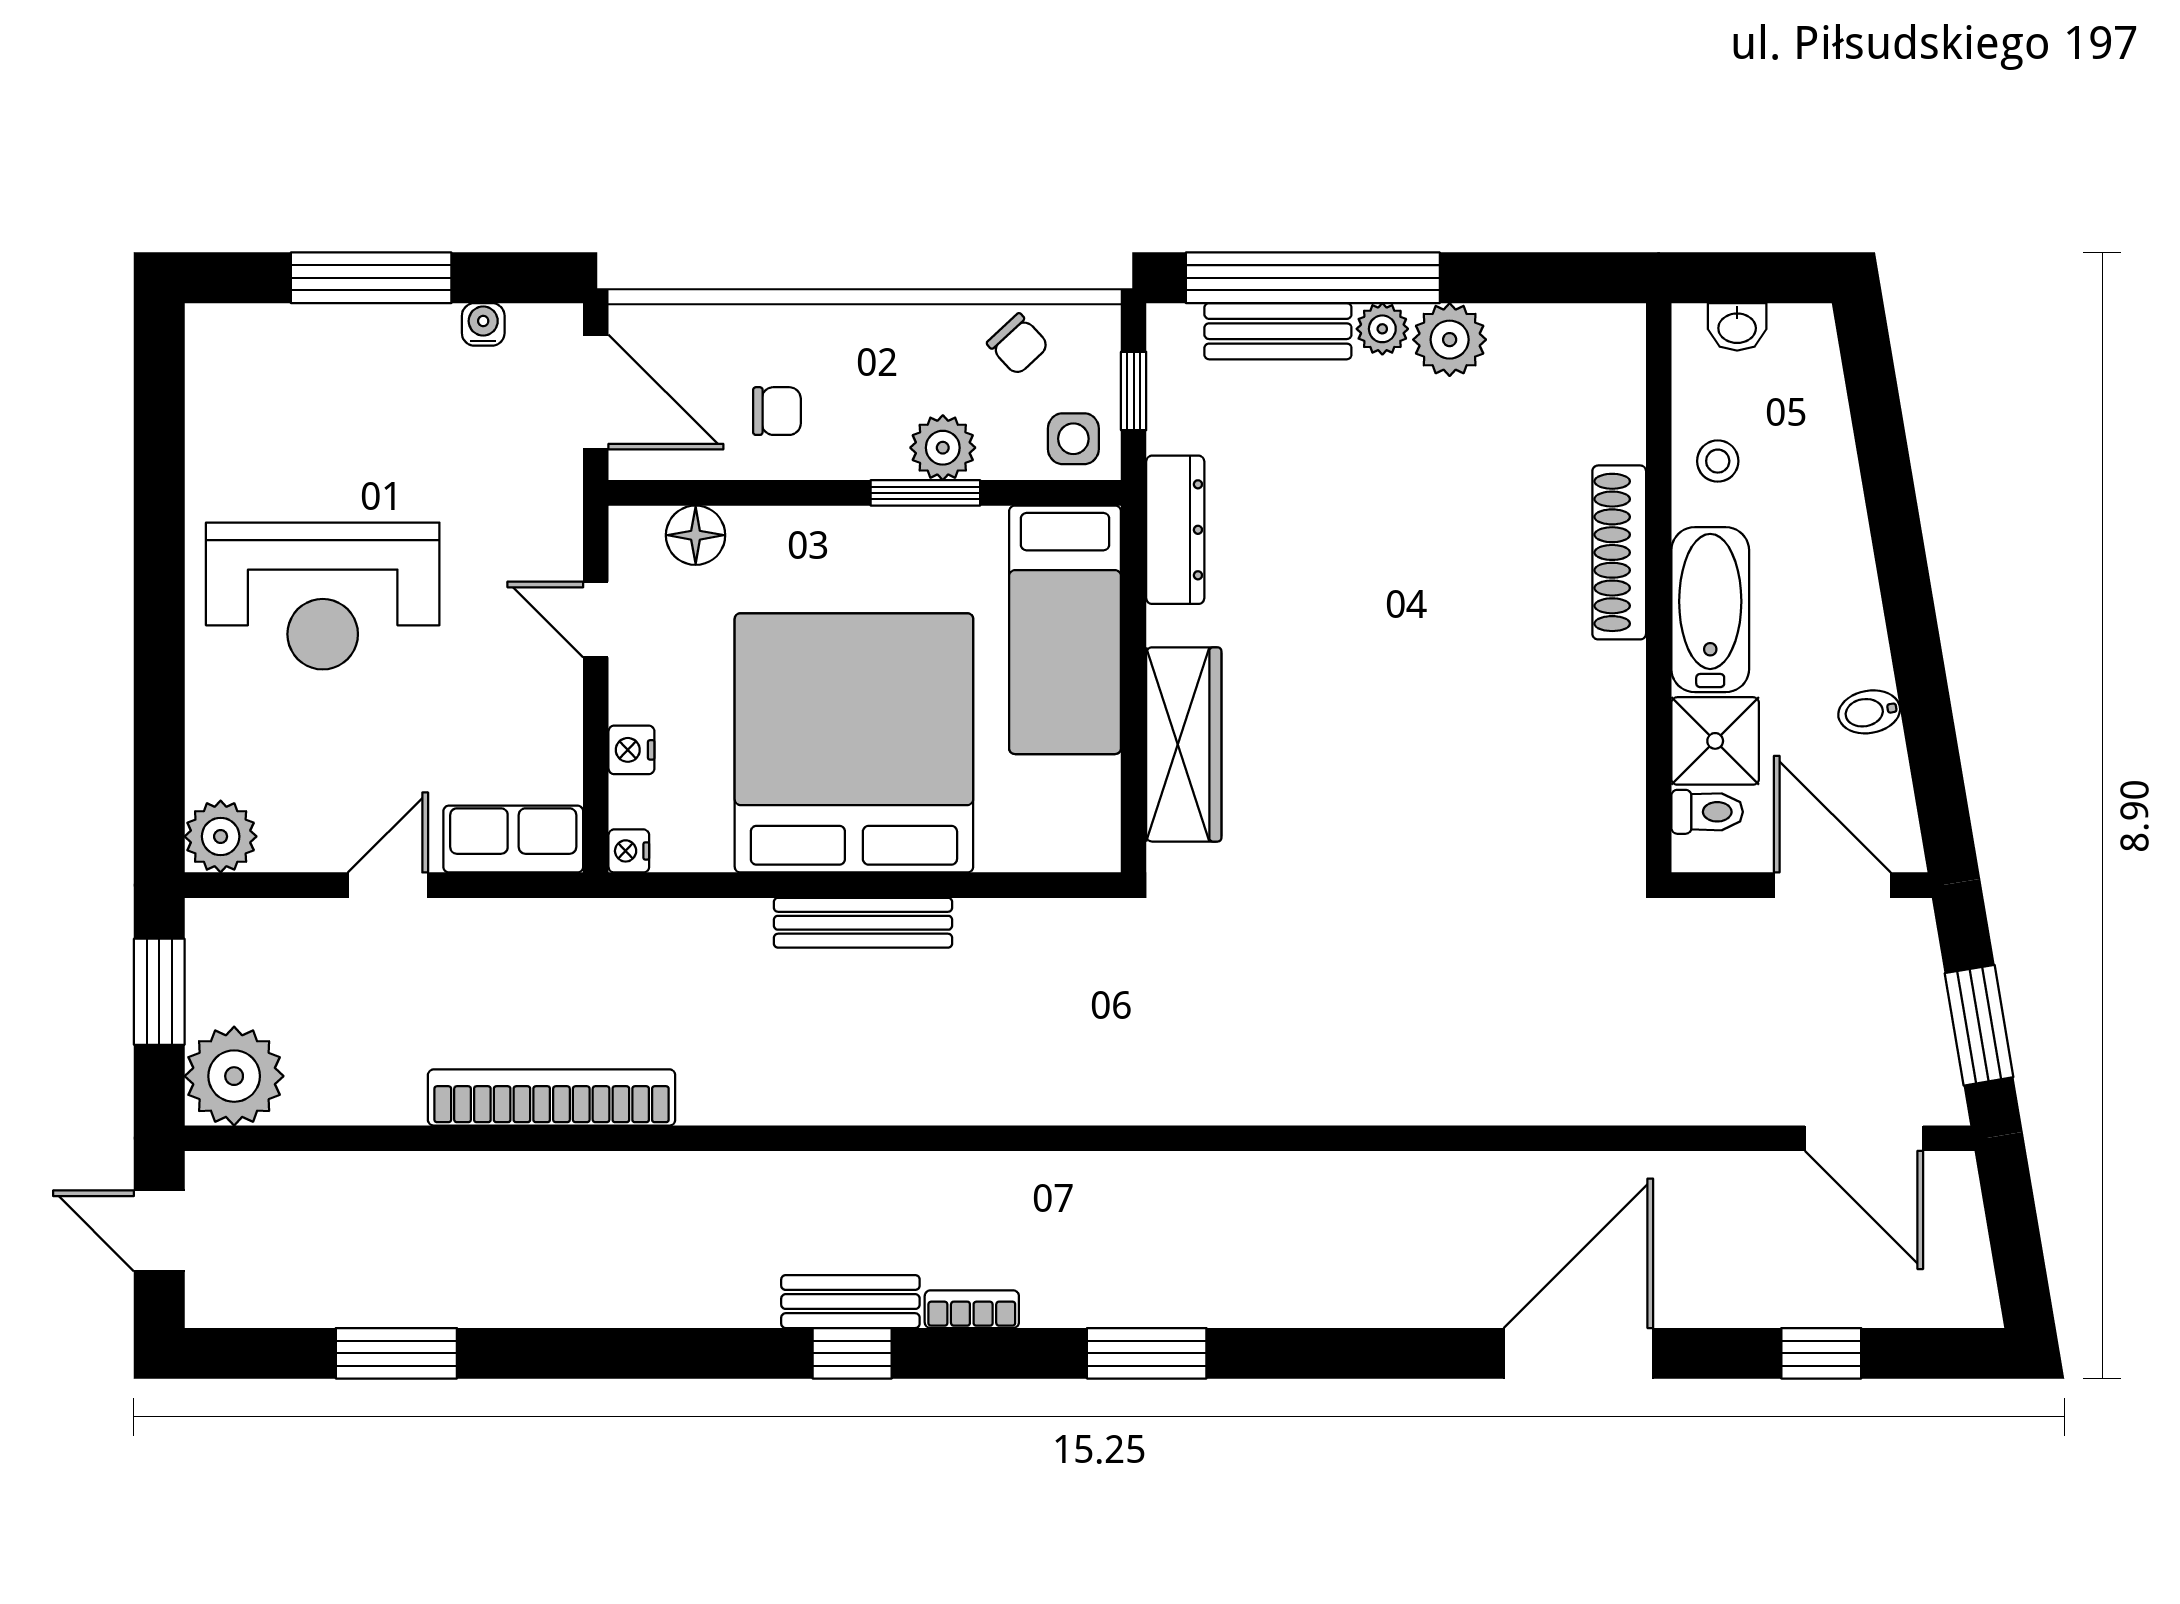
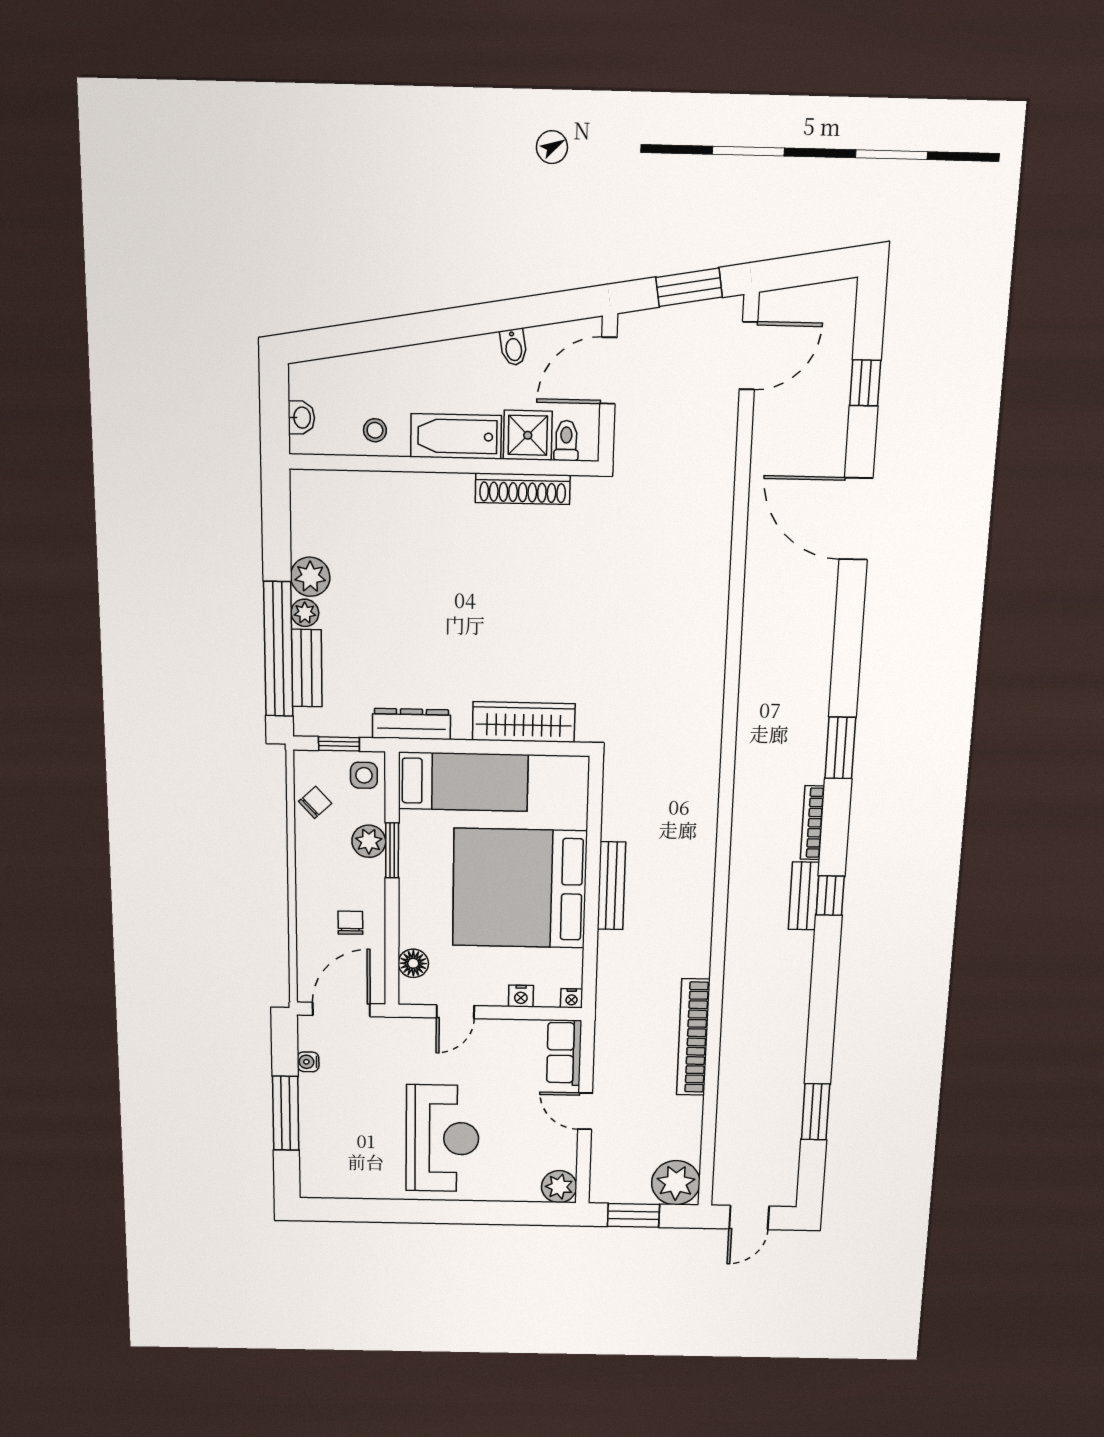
shoe rack: (1619, 552) -> (523, 489), moved
bookcase: (972, 1309) -> (812, 823), width x1.56

